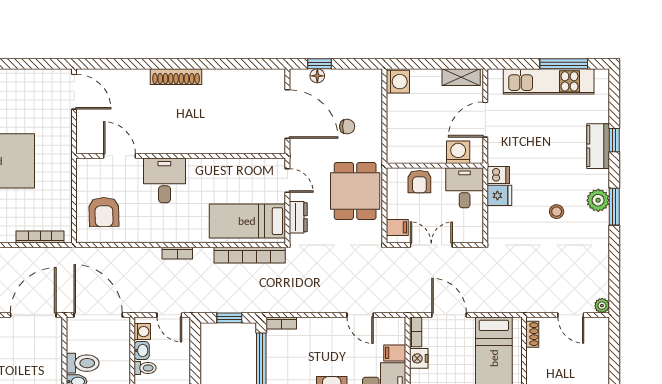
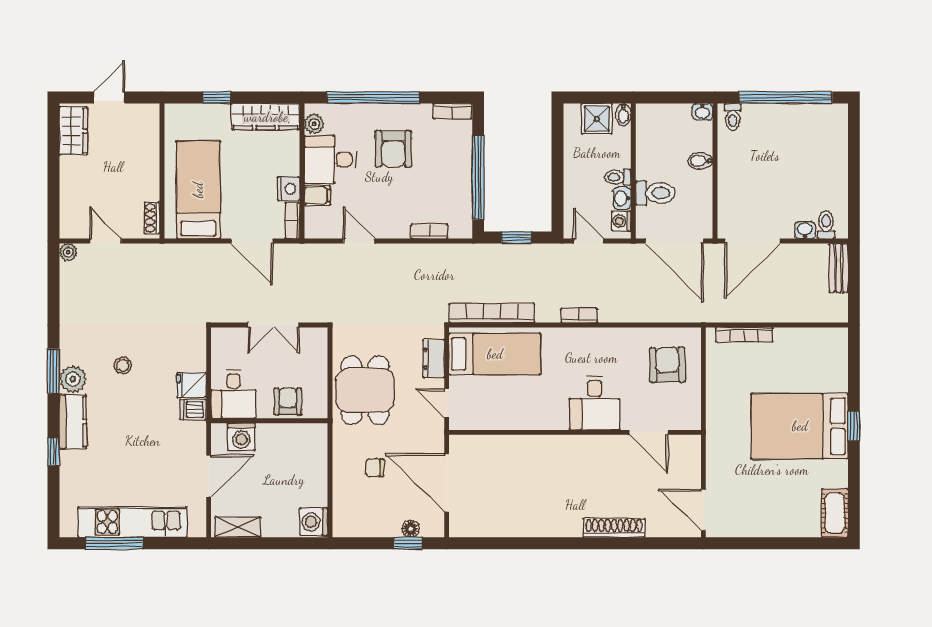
shoe rack: (176, 77) -> (614, 528), moved
kitchen counter: (598, 146) -> (73, 422), moved
filing cabinet: (397, 227) -> (314, 346), removed
bookcase: (281, 323) -> (429, 231), moved
toilet: (83, 363) -> (655, 193), moved, turned 180

